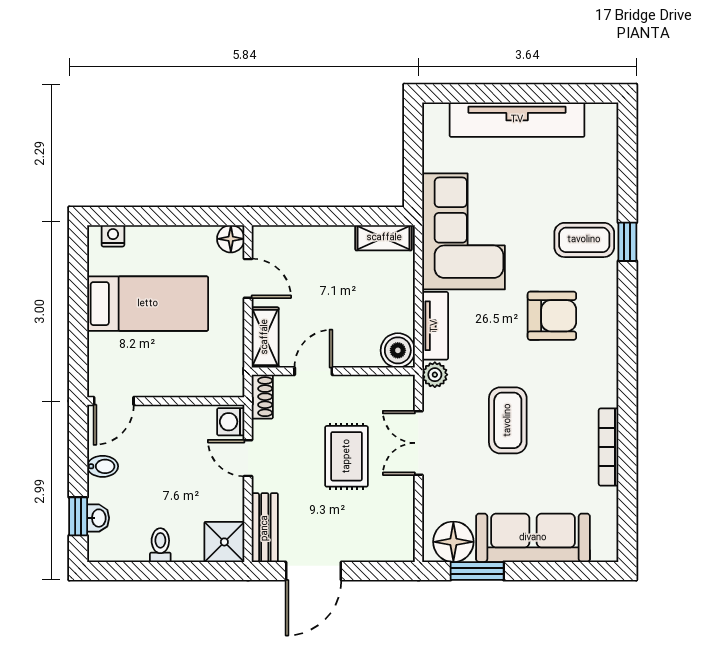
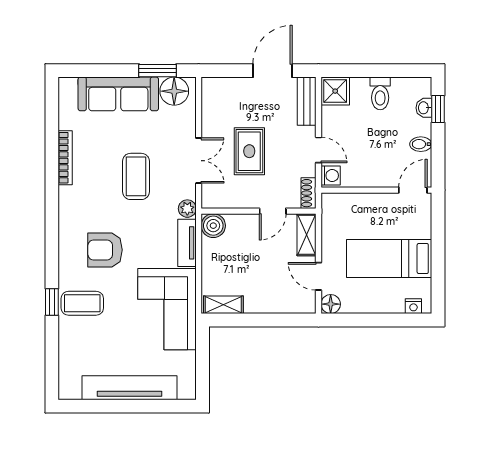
toilet: (160, 545) -> (380, 93), width x1.37, depth x1.39

